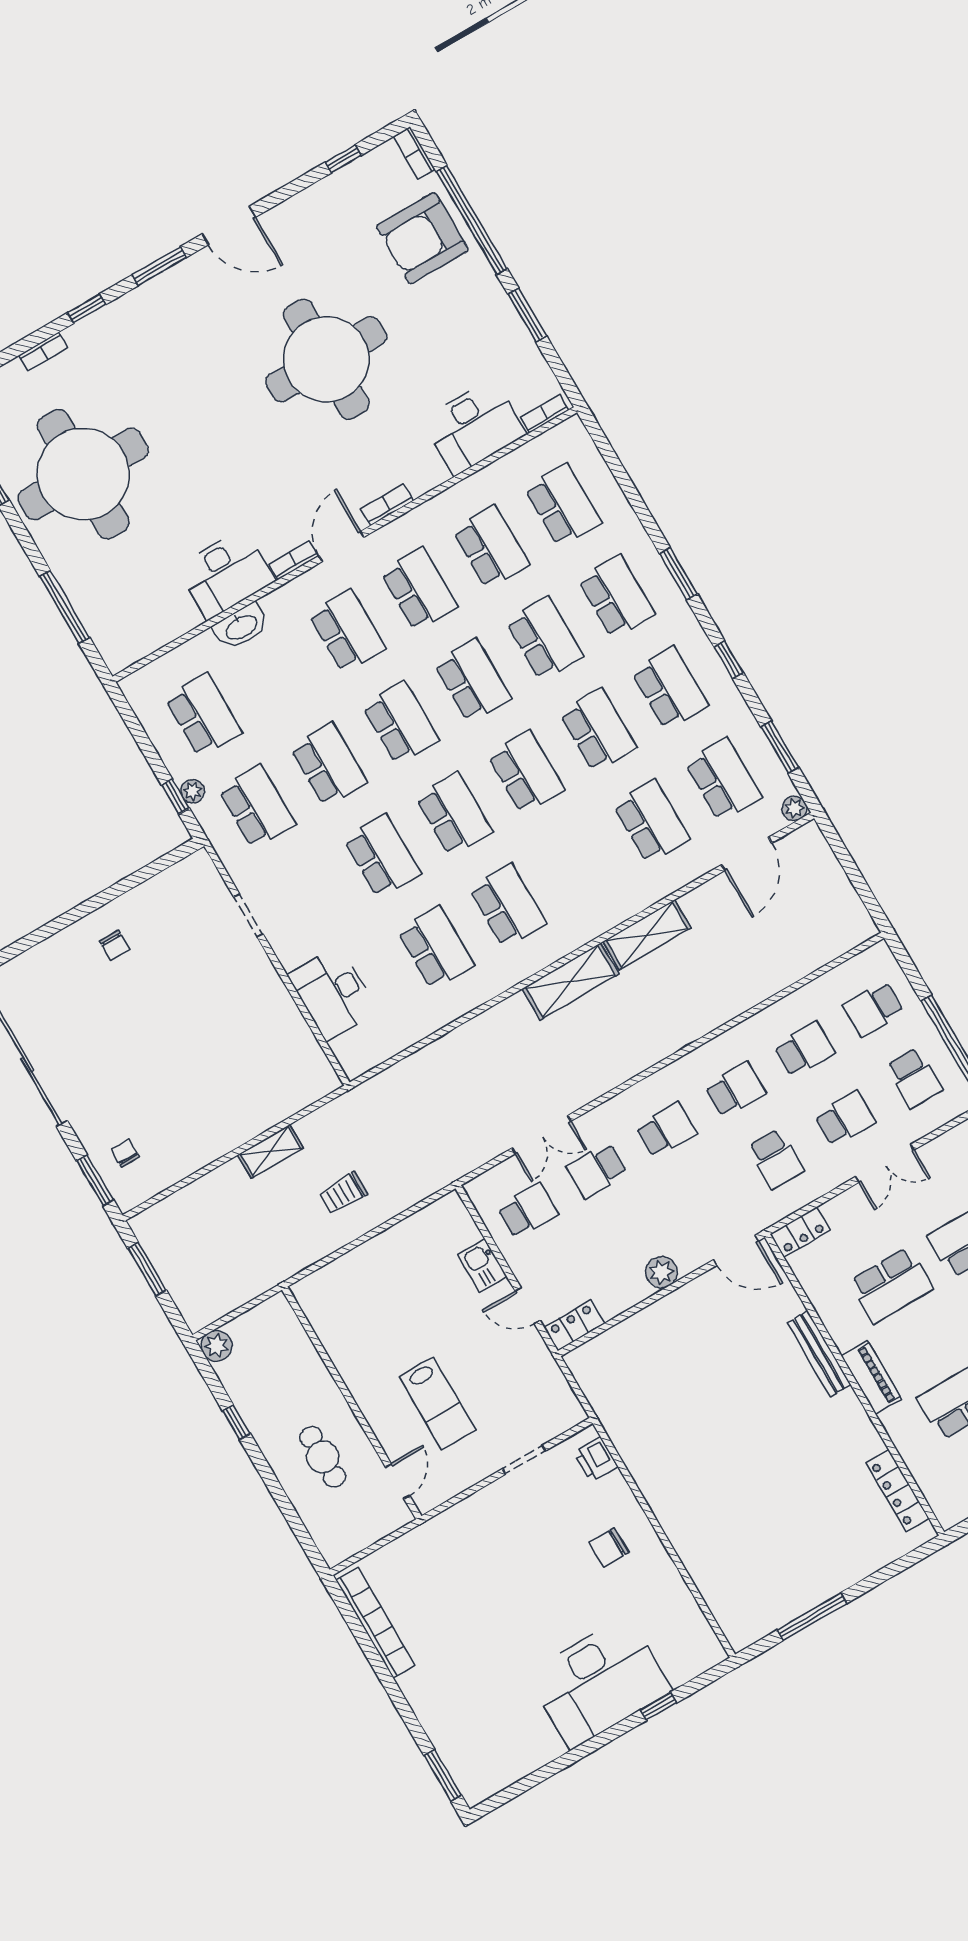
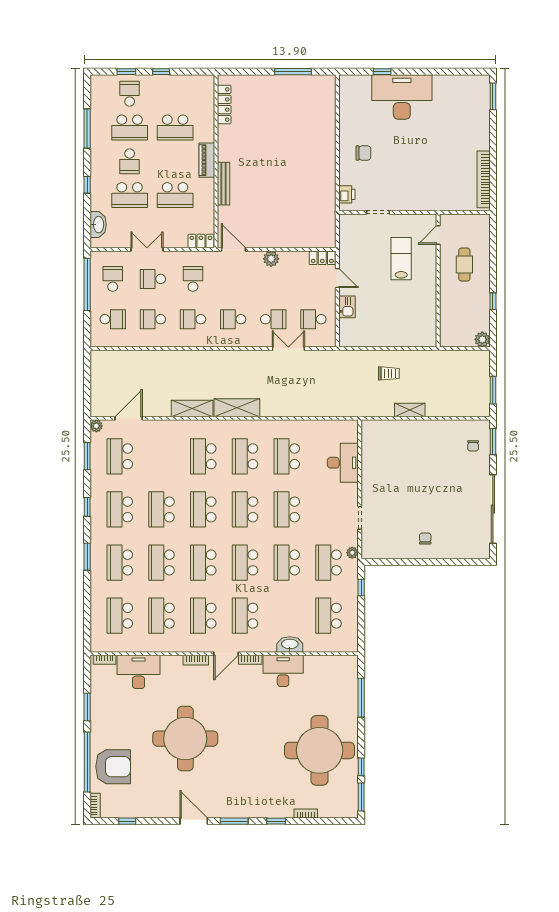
plant: (193, 791) -> (352, 553), moved
school desk: (651, 822) -> (203, 456), moved
school desk: (891, 1285) -> (175, 195), turned 180

